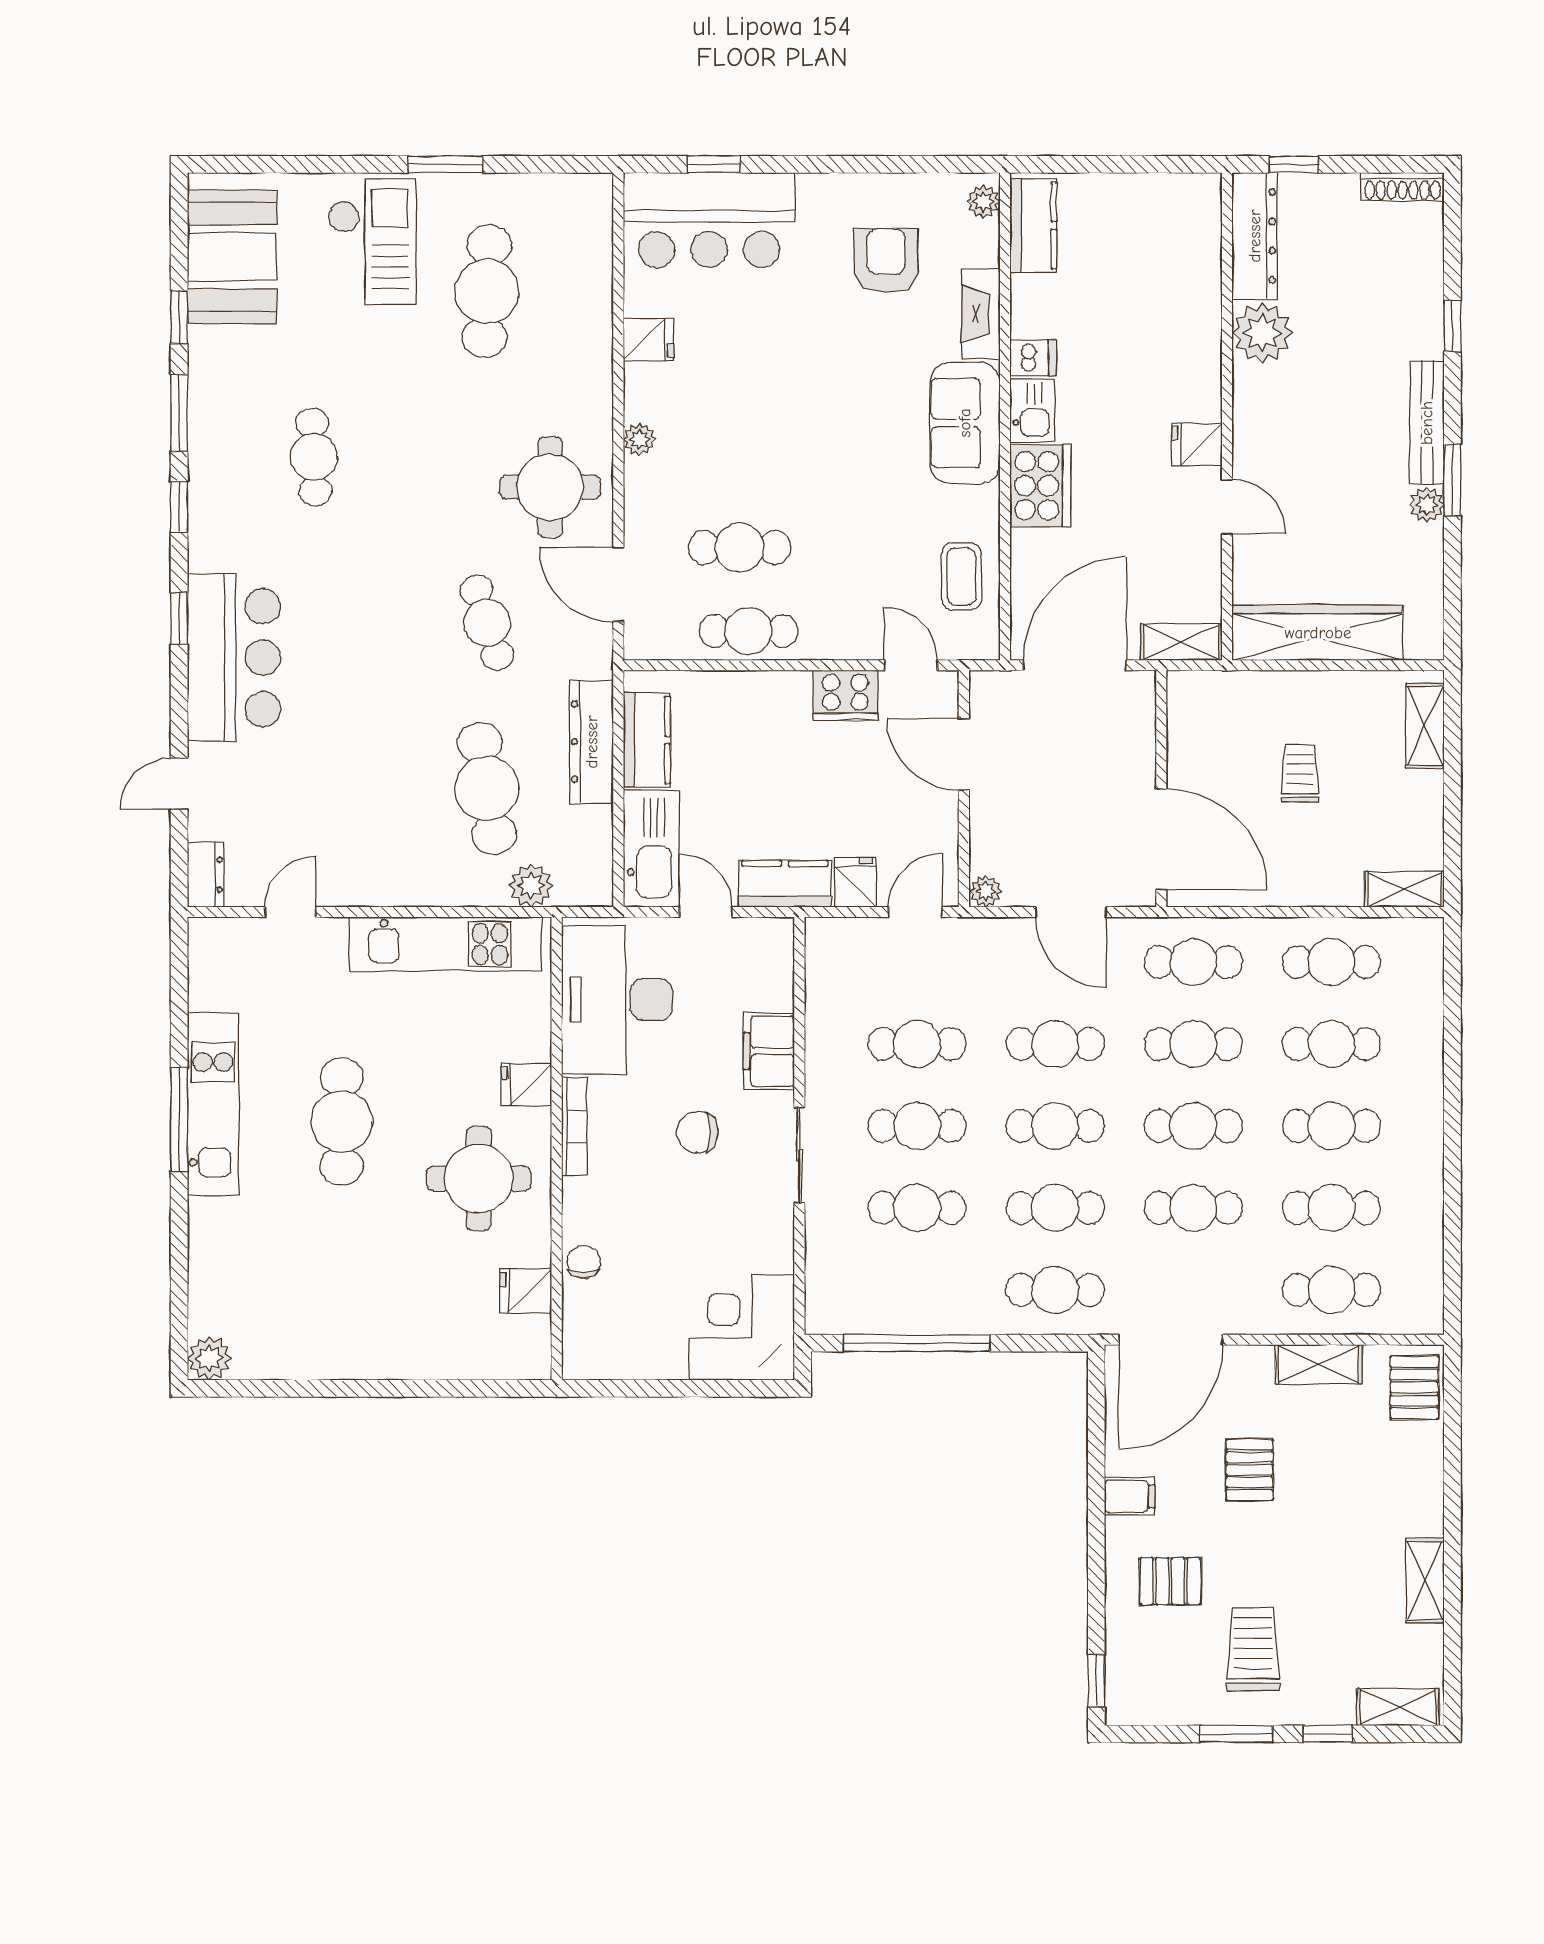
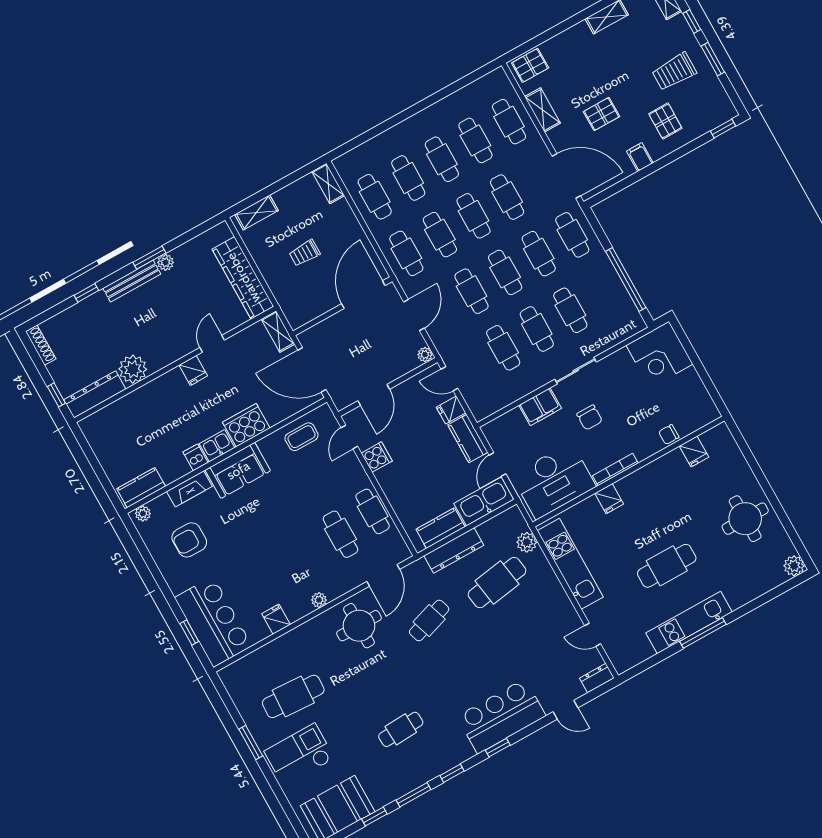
cooker: (845, 695) -> (377, 457), width x0.73
round table: (479, 1178) -> (745, 519), moved

